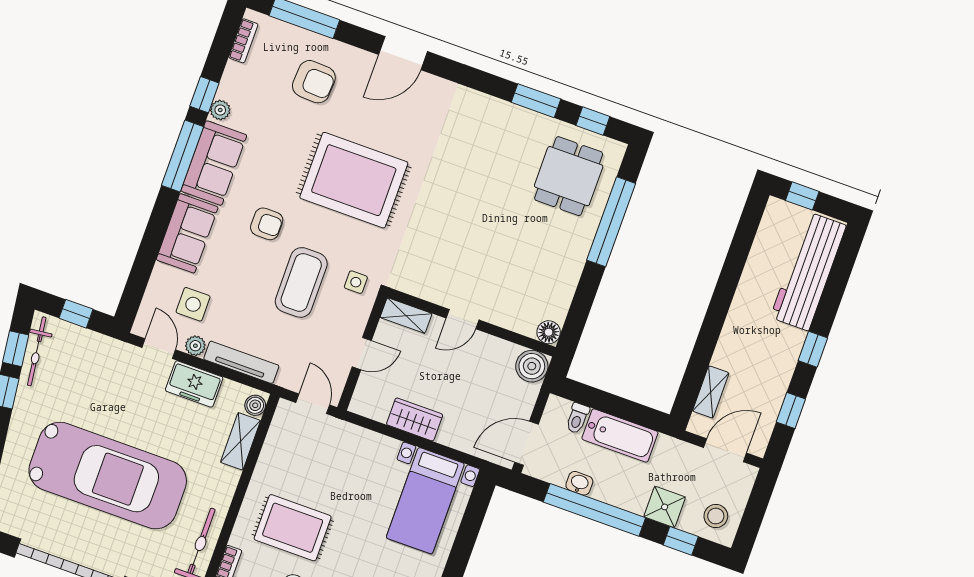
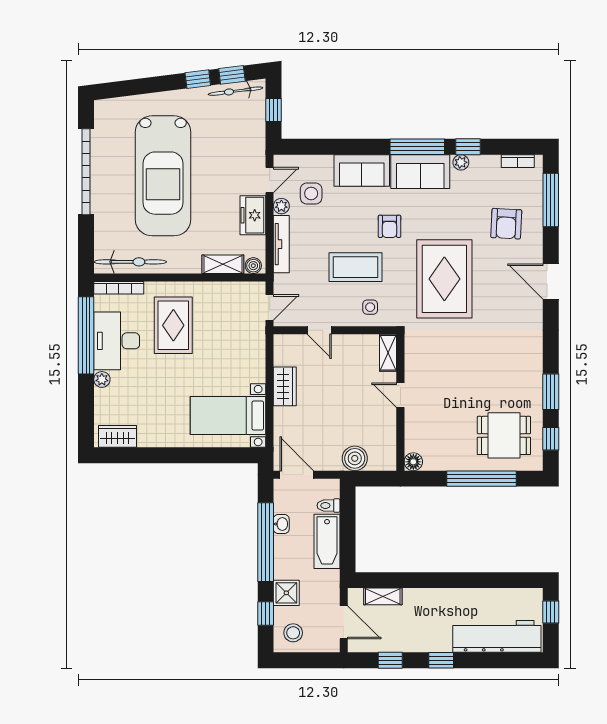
shelving: (406, 316) -> (388, 353), moved
door: (463, 319) -> (400, 395), moved
wall: (471, 322) -> (400, 402), moved
floor lamp: (549, 332) -> (413, 462), moved

